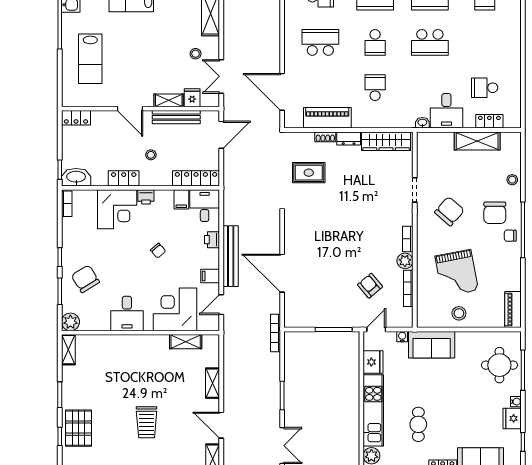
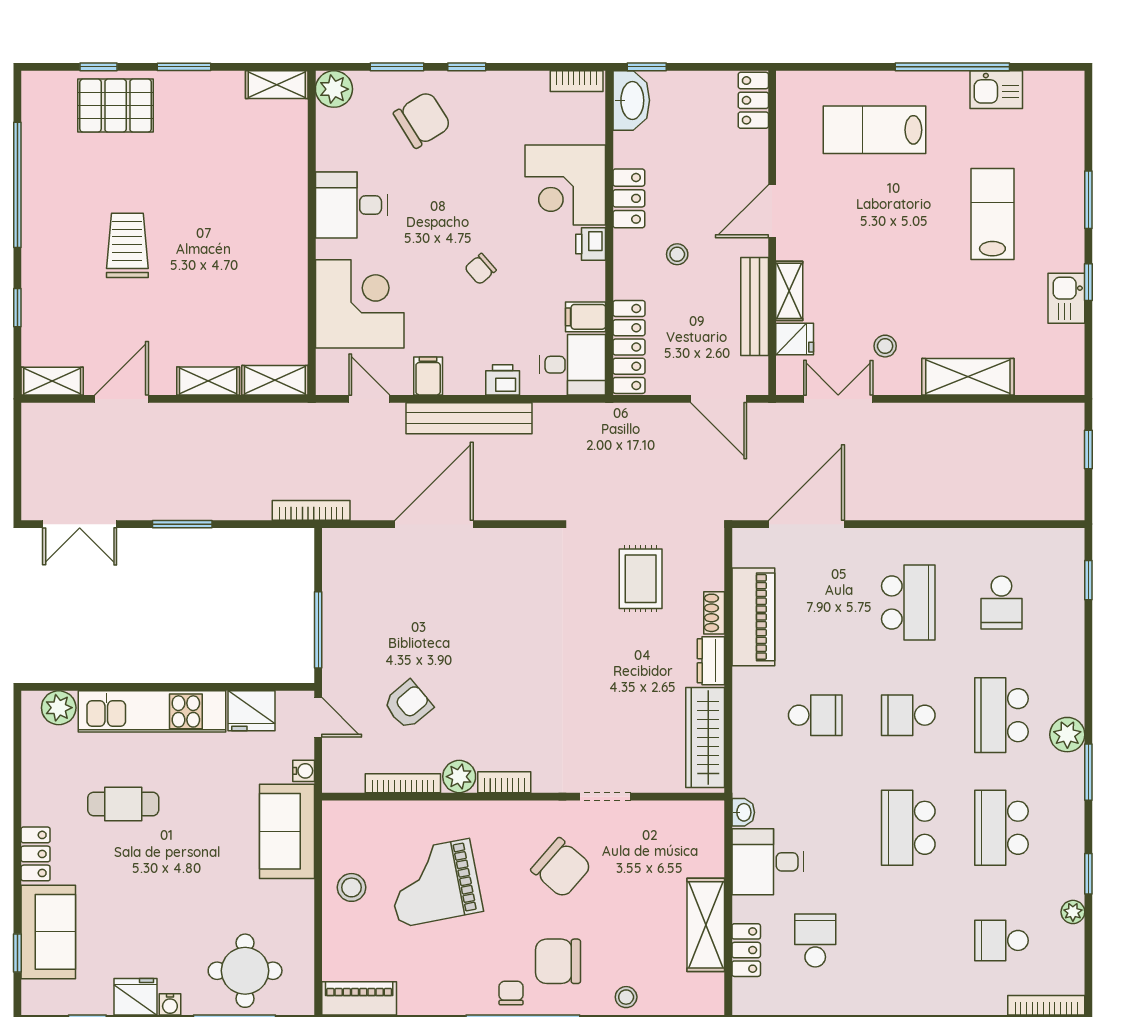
shelving: (186, 342) -> (275, 380), moved, turned 90
trolley: (147, 422) -> (127, 245), turned 90

